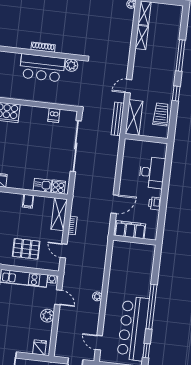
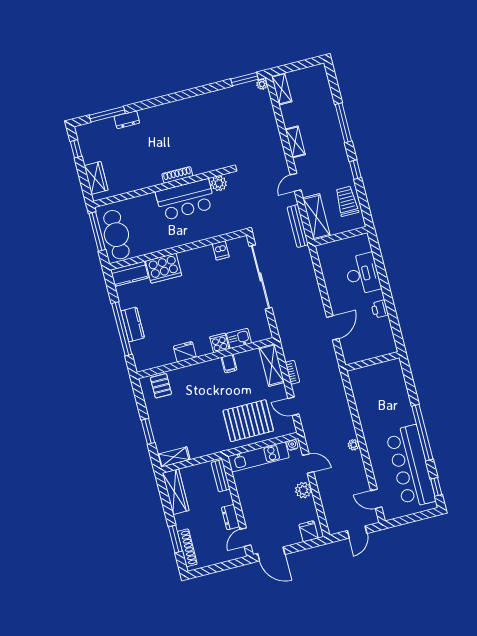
shelving: (142, 38) -> (295, 142), moved
cooker: (58, 187) -> (219, 343), moved
filing cabinet: (130, 230) -> (363, 351), removed
pallet: (26, 249) -> (248, 421), width x1.37, depth x1.41

